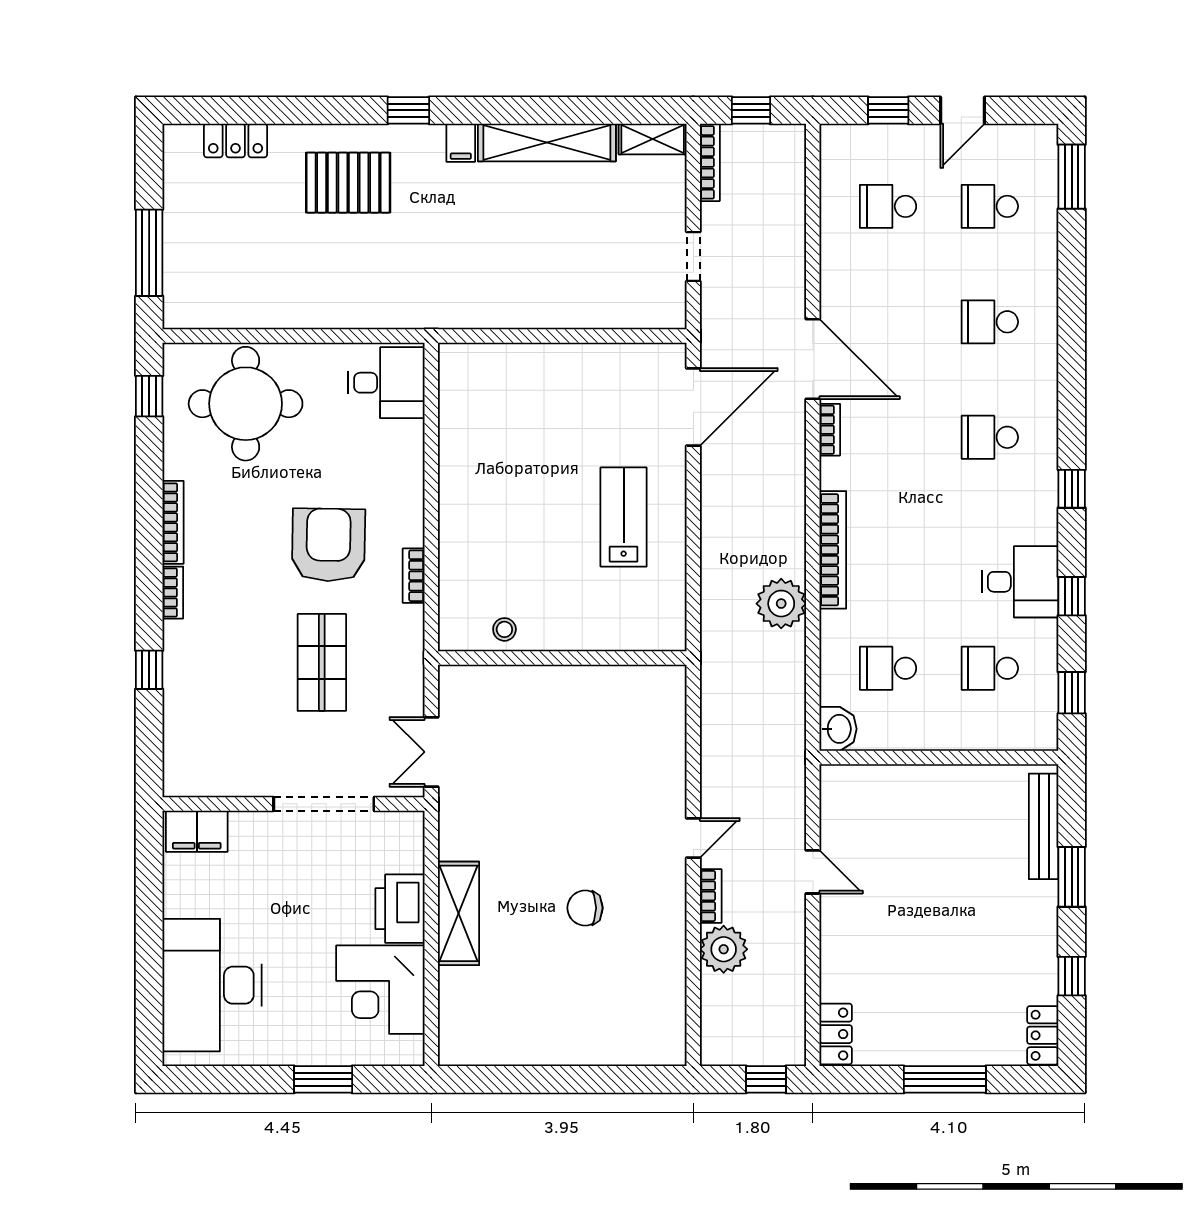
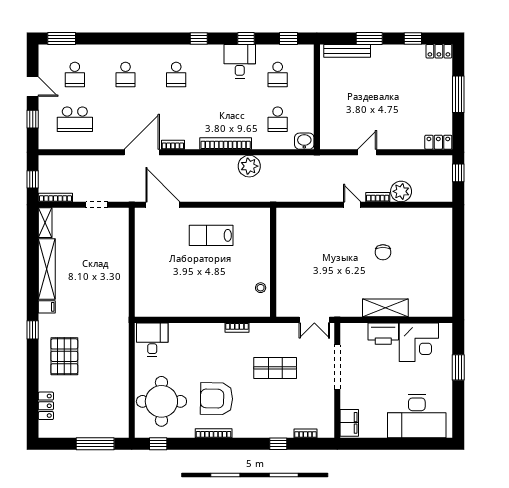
school desk: (888, 206) -> (75, 119), width x1.85
armchair: (328, 545) -> (217, 399), moved
bookcase: (173, 593) -> (305, 433), moved

